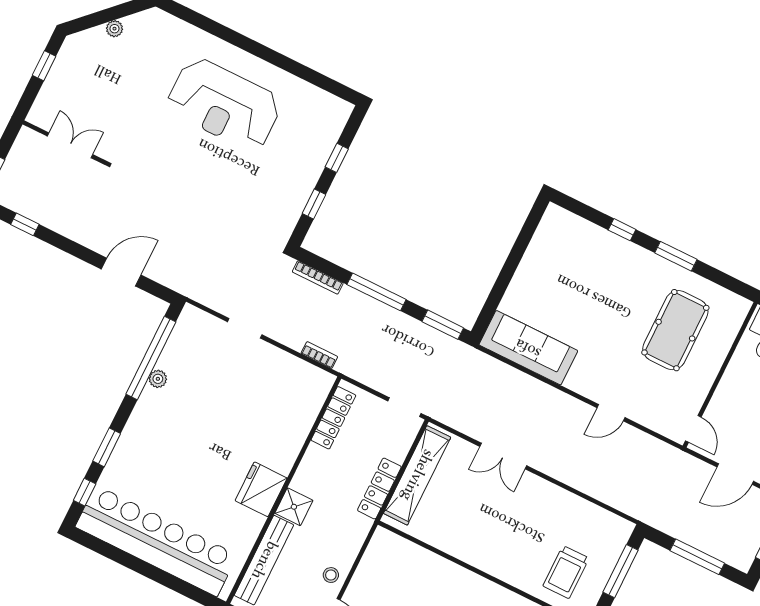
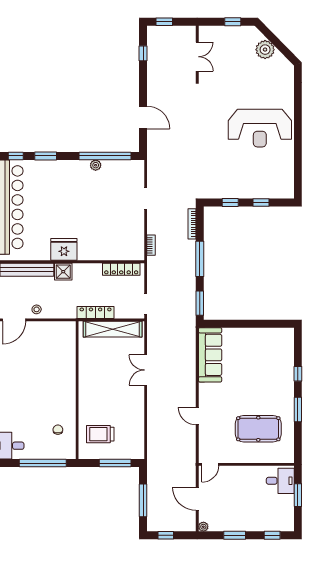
plant: (115, 29) -> (265, 50), width x1.88, depth x1.88
reception desk: (224, 104) -> (260, 128), turned -90

